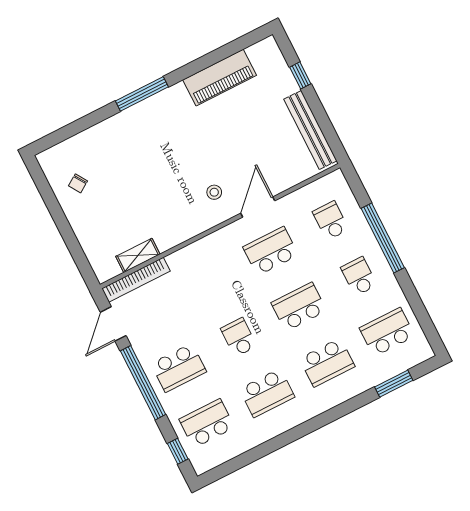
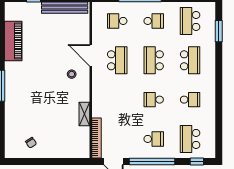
school desk: (271, 251) -> (117, 60), turned 180
shelving: (138, 255) -> (84, 114), moved
school desk: (359, 276) -> (154, 21), turned 180
school desk: (179, 368) -> (154, 139), width x0.54
school desk: (267, 393) -> (190, 100), width x0.54

